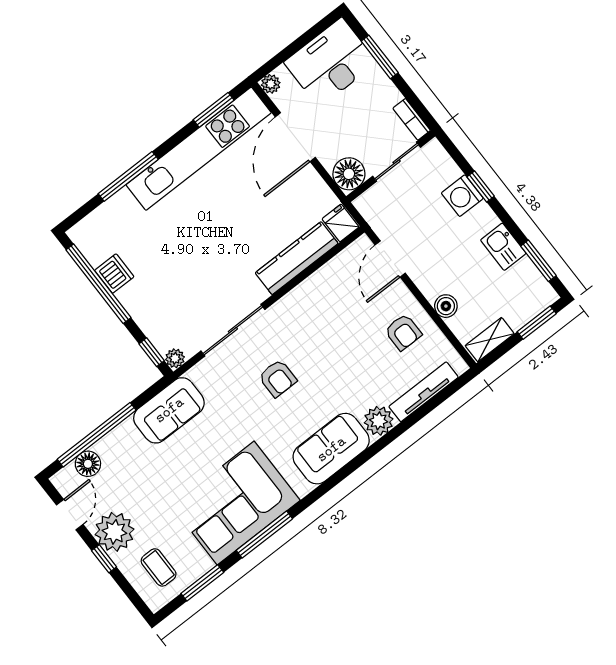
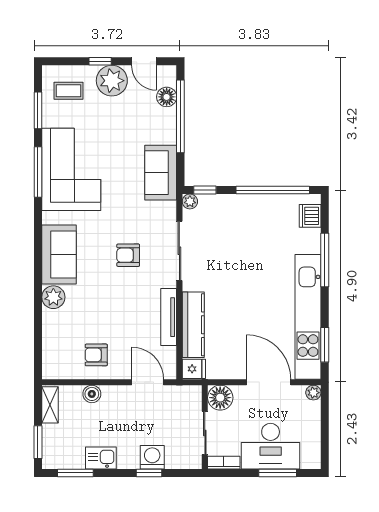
desk: (330, 62) -> (271, 446), moved, turned 90
dishwasher: (114, 274) -> (310, 216), moved, turned 90
tv unit: (424, 392) -> (169, 317), moved, turned 180

